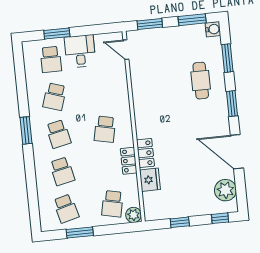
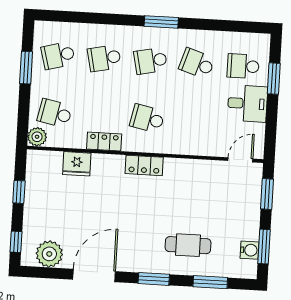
water cooler: (213, 29) -> (250, 250), moved, turned -90
locker: (145, 153) -> (144, 165), moved

